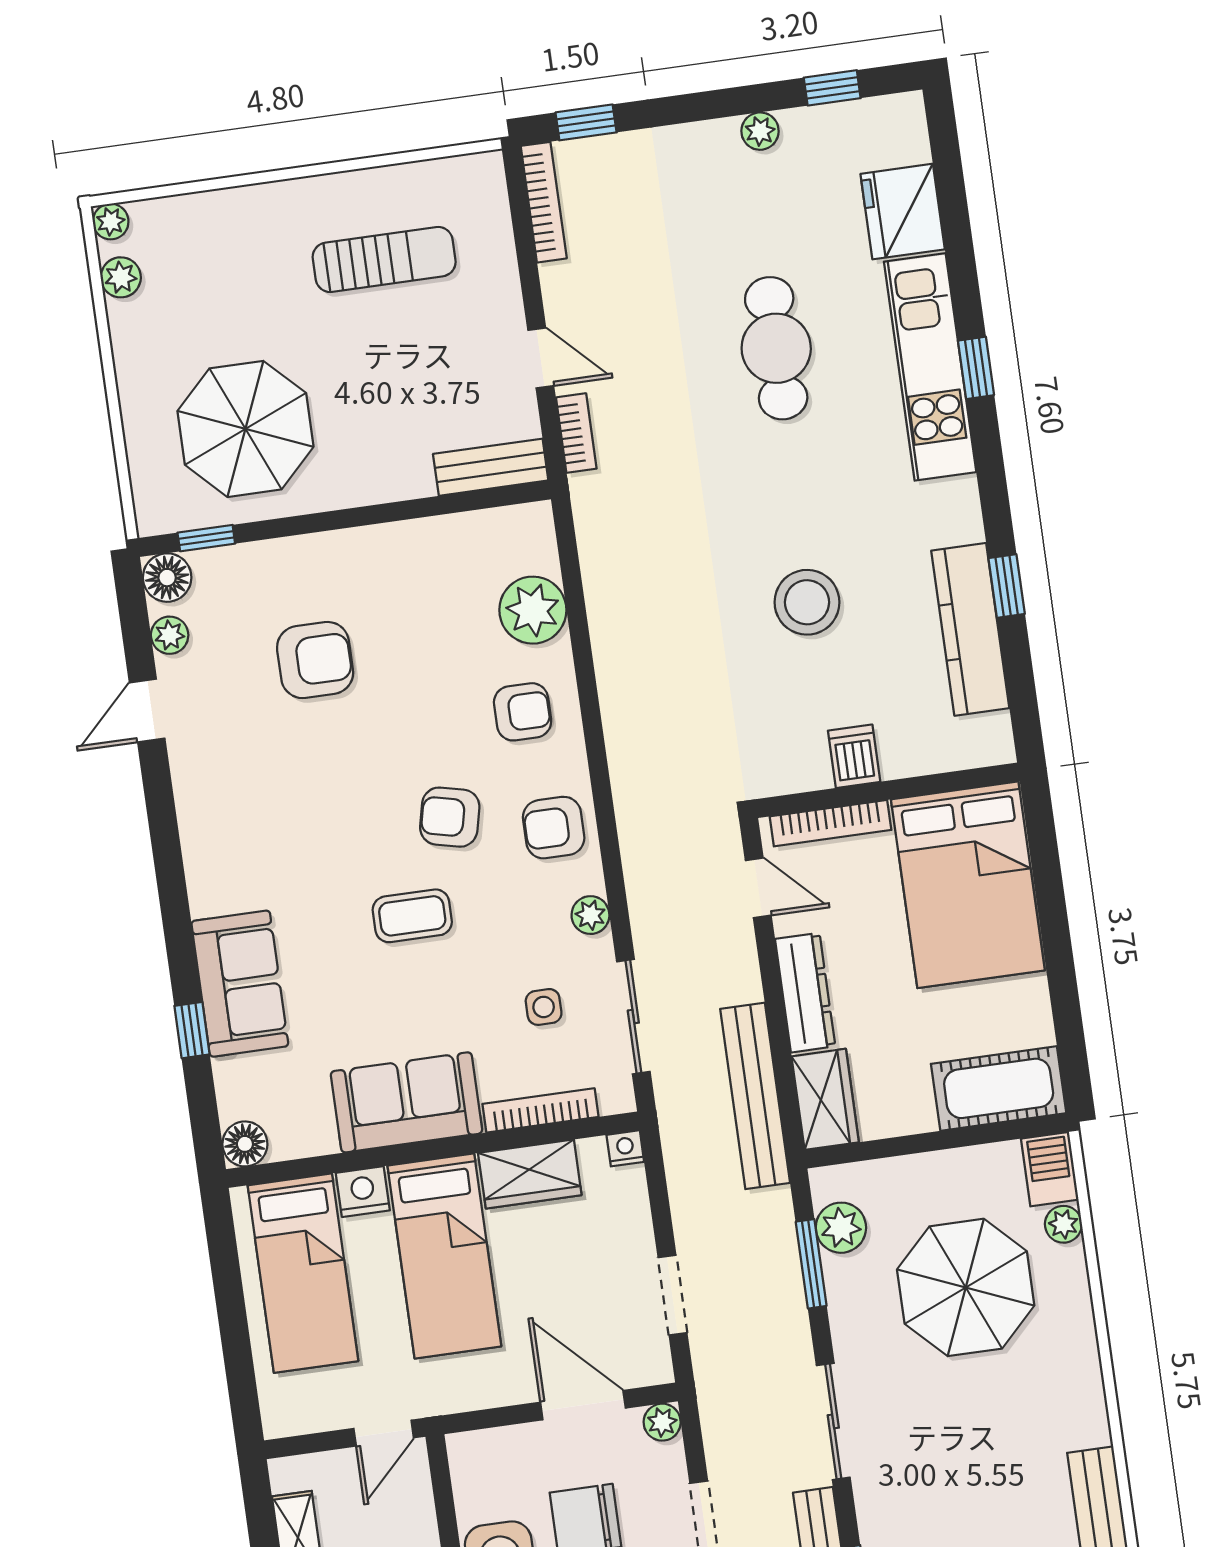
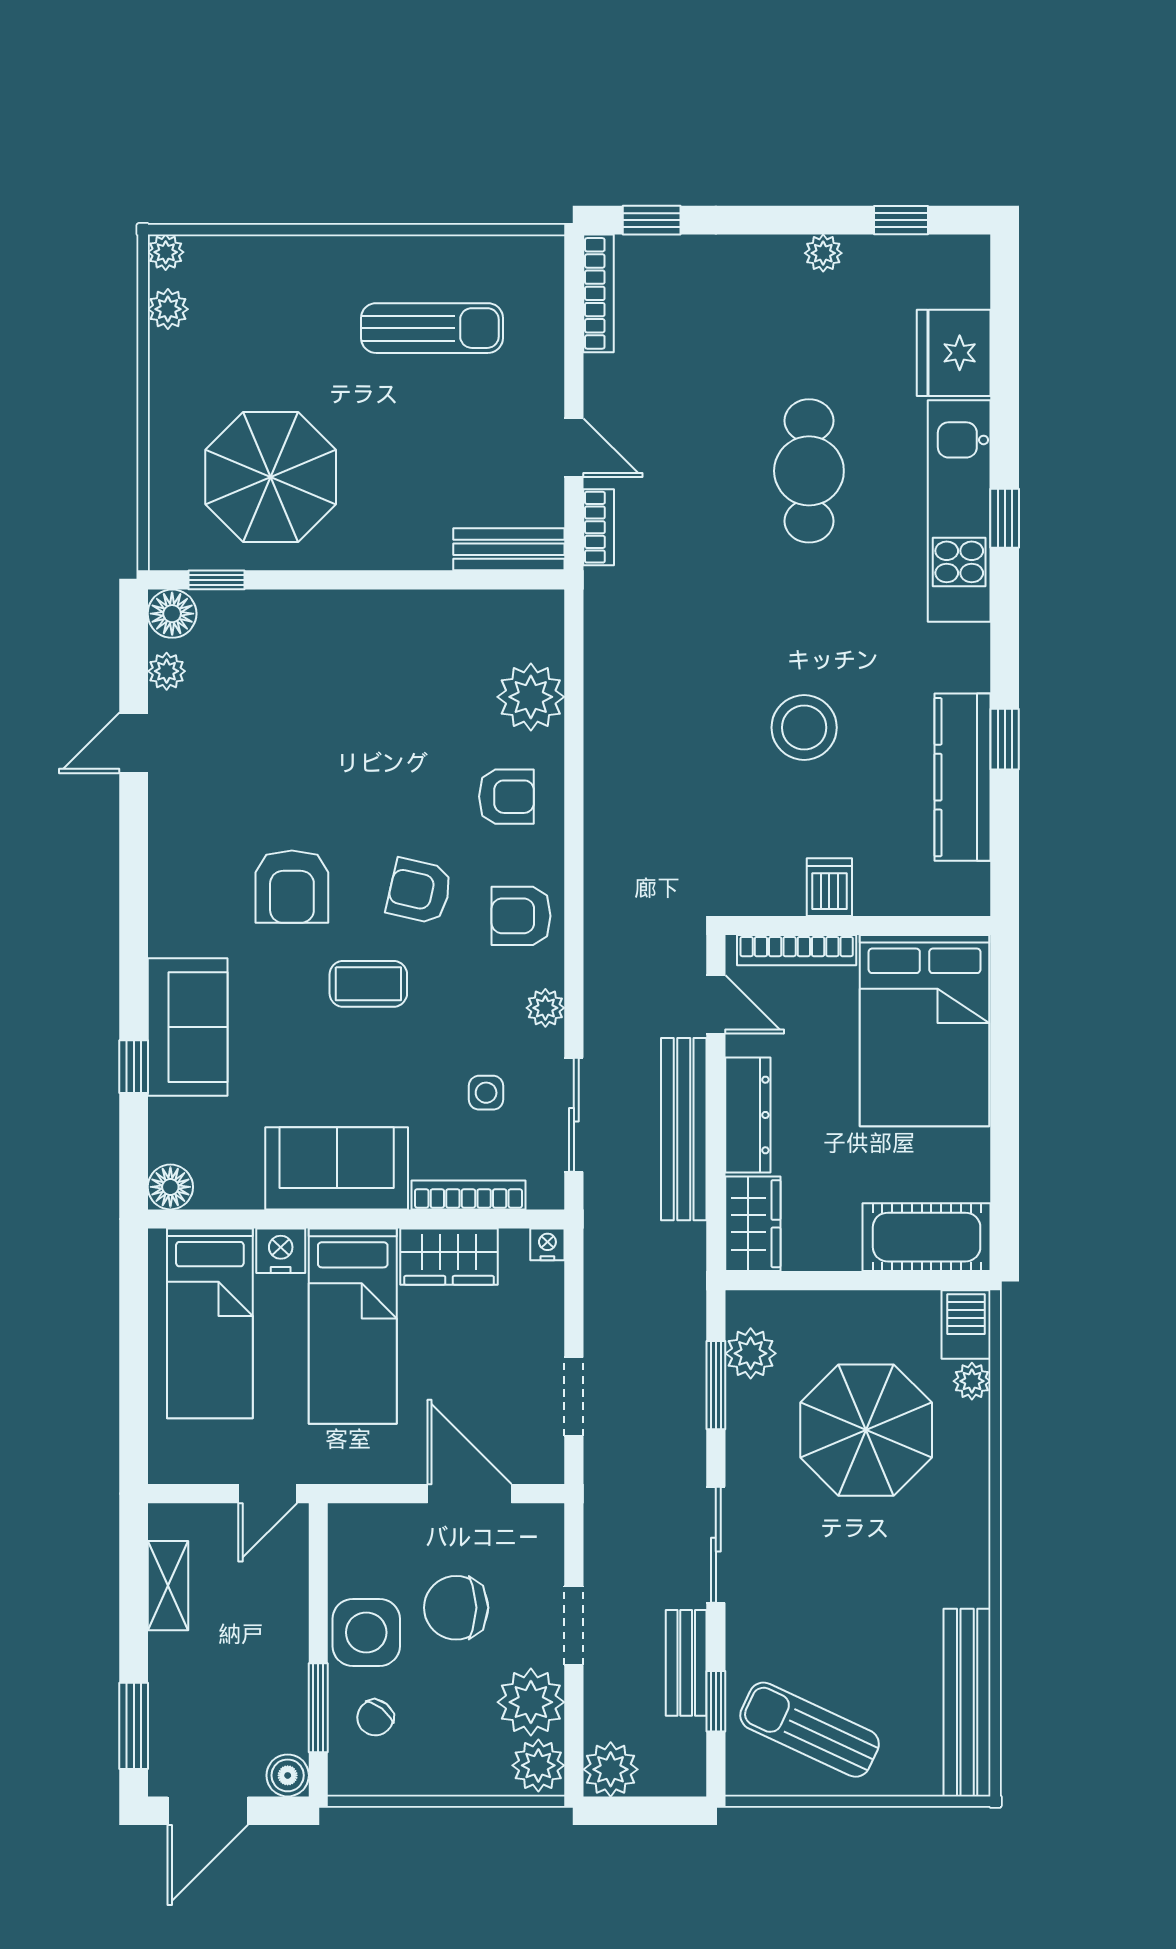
armchair: (315, 660) -> (292, 887), moved, turned 90
bench: (755, 1096) -> (684, 1129), moved
plant: (662, 1422) -> (546, 1522), removed

